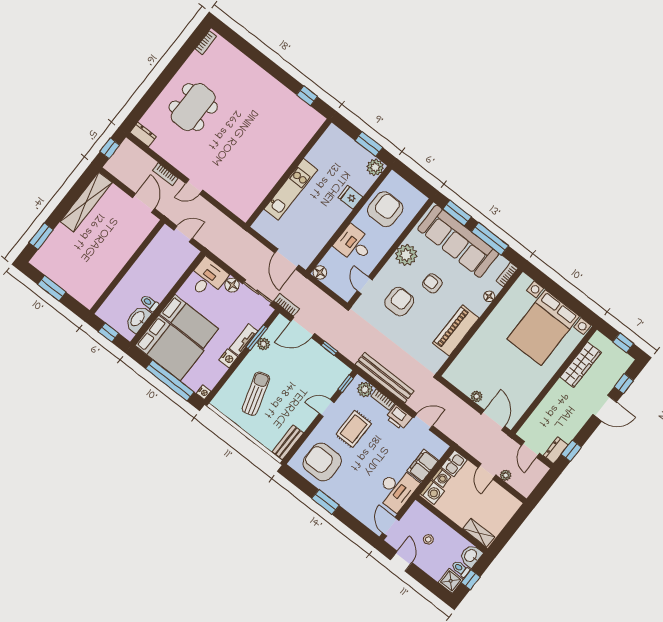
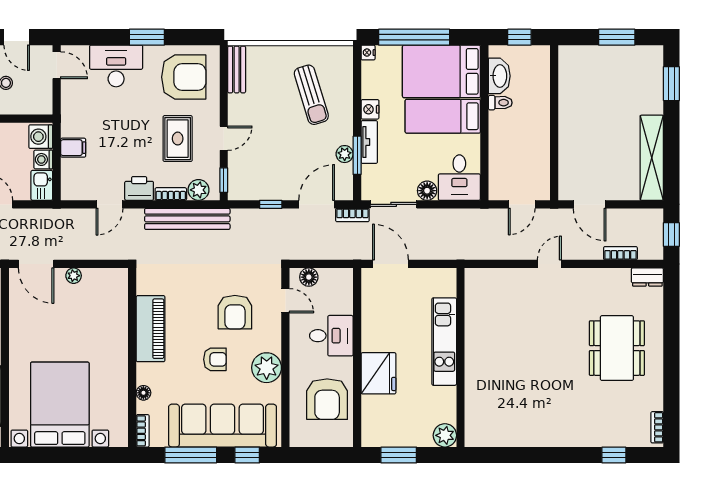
window: (307, 96) -> (614, 455), moved
plant: (375, 167) -> (445, 435), moved
bookcase: (165, 174) -> (620, 253), moved
fridge: (350, 197) -> (378, 373), width x1.88, depth x1.34
window: (457, 213) -> (247, 455), width x0.67
floor lamp: (320, 273) -> (309, 277), moved
filing cabinet: (423, 466) -> (73, 148), width x0.50
desk: (397, 489) -> (116, 66), moved, turned 90

